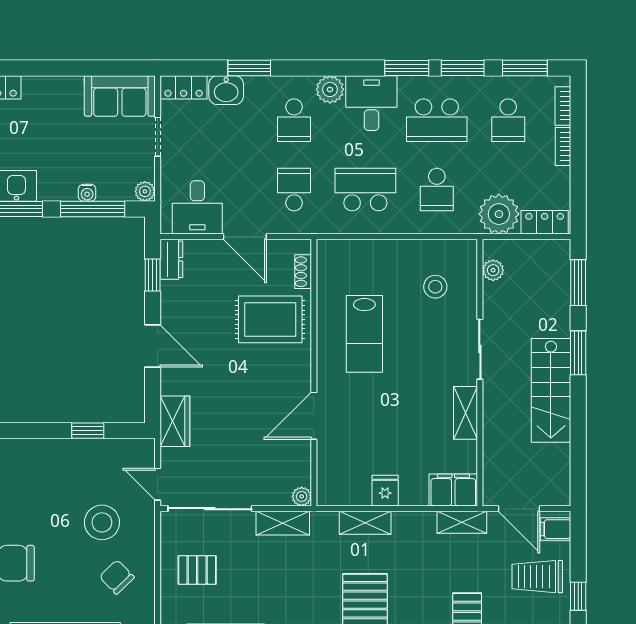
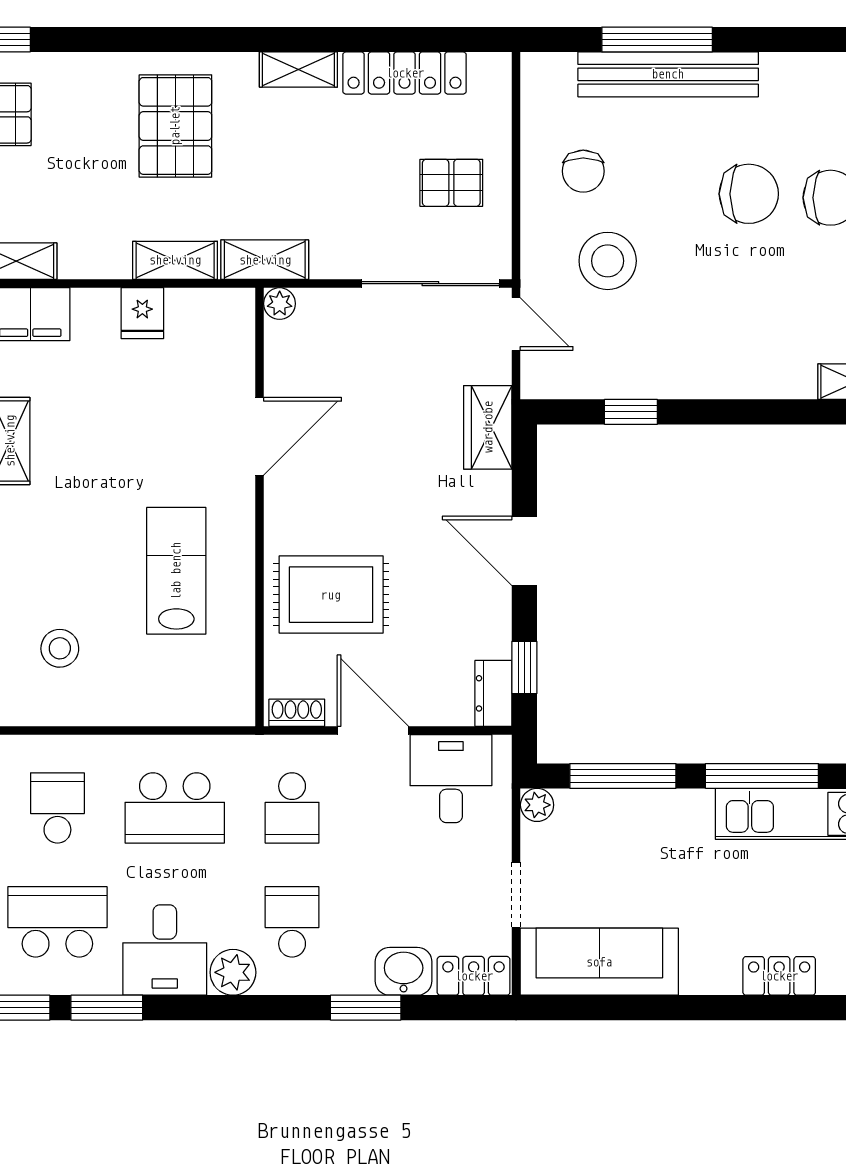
sofa: (120, 96) -> (599, 962), width x1.36
water cooler: (87, 193) -> (632, 803), removed
shoe rack: (303, 272) -> (297, 713), moved, turned -90
shelving: (283, 523) -> (265, 260), moved
chair: (117, 577) -> (583, 171), turned 44

